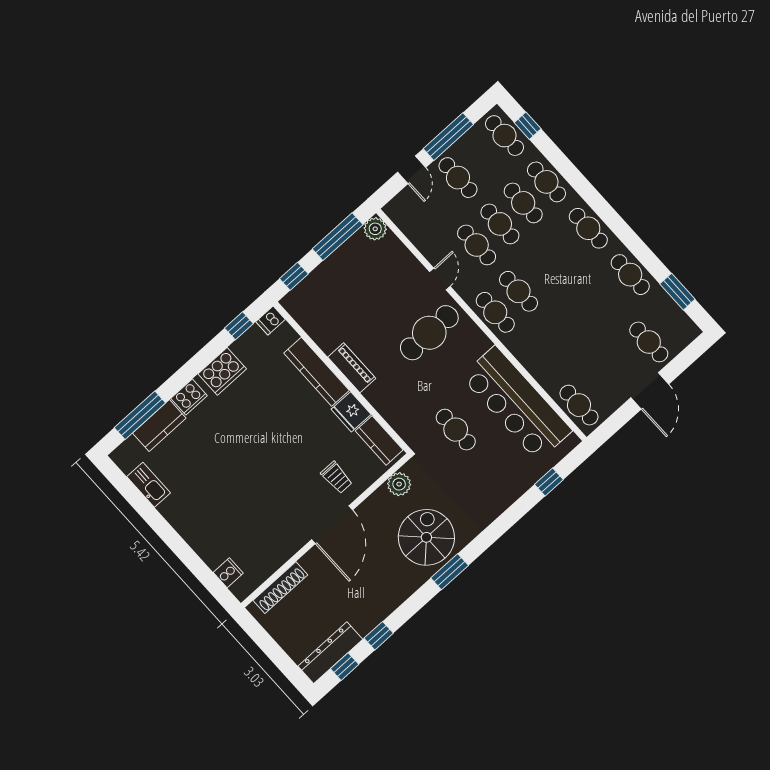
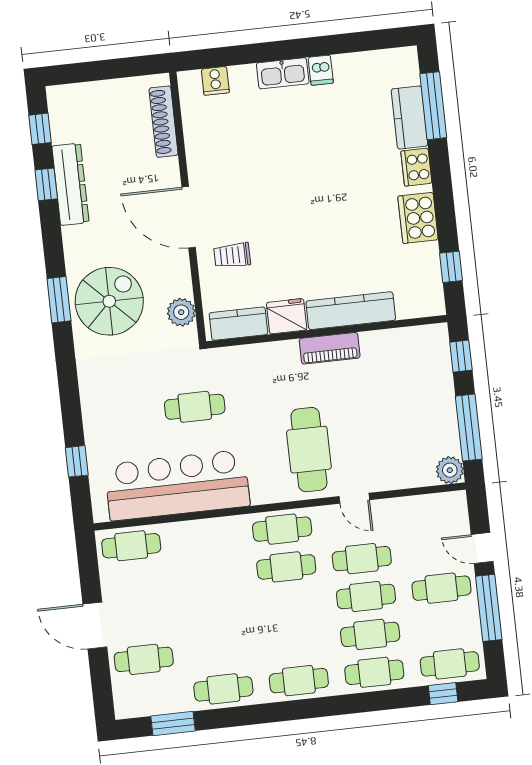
dishwasher: (270, 320) -> (321, 70), moved, turned 180
kitchen sink: (149, 485) -> (283, 73), moved
spiral stairs: (426, 537) -> (109, 301), turned -90
dresser: (330, 653) -> (70, 184), moved

